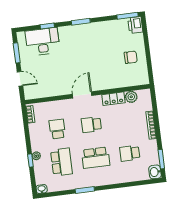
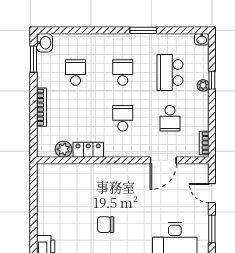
chair: (131, 57) -> (106, 225), moved
door: (82, 95) -> (163, 160), moved
school desk: (91, 125) -> (123, 118), turned -90
school desk: (130, 153) -> (75, 73), turned -90
school desk: (96, 158) -> (123, 73), width x0.54

